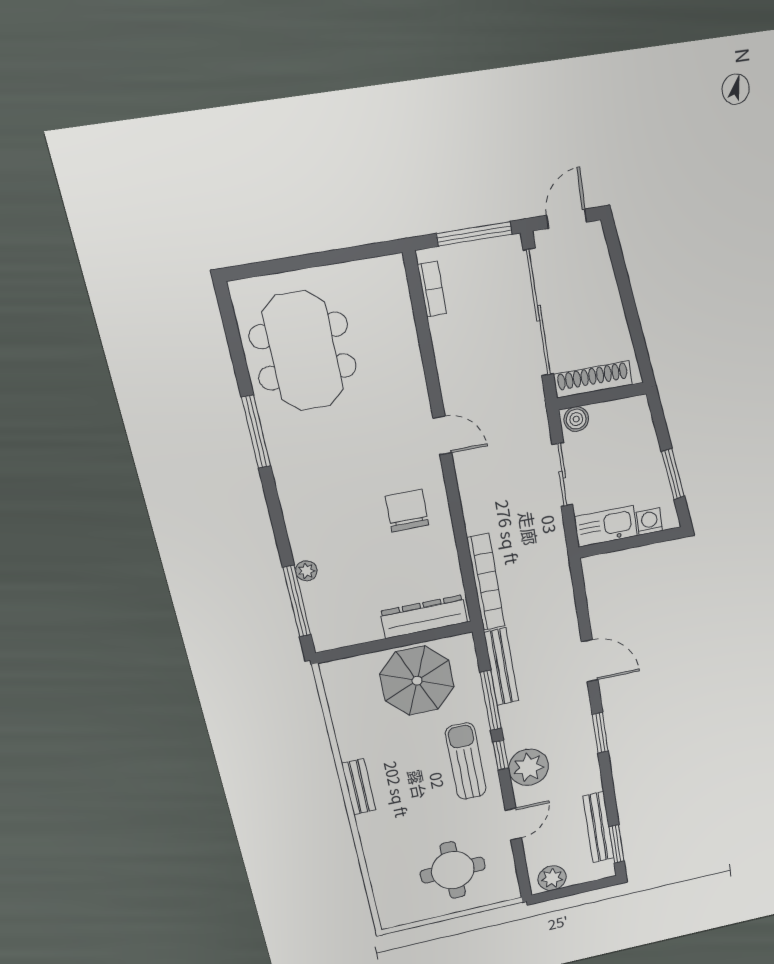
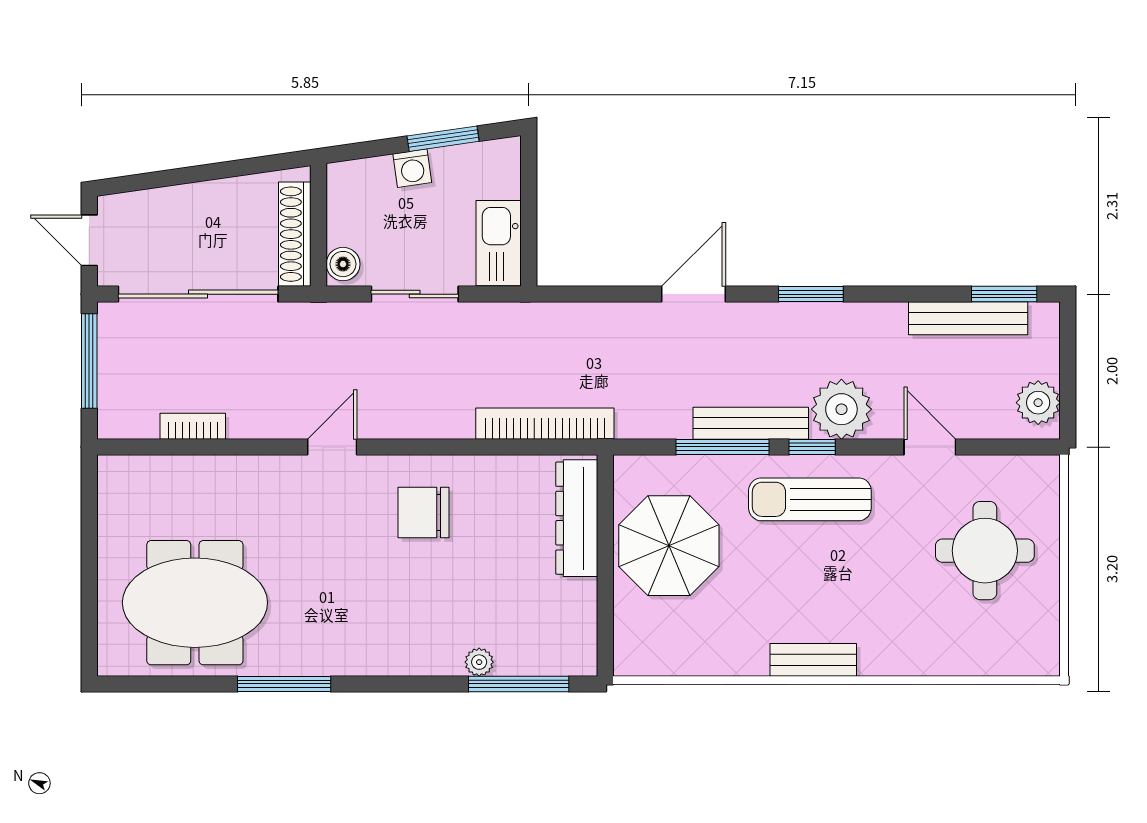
bookcase: (432, 289) -> (193, 426), moved
washing machine: (649, 522) -> (412, 168), moved, turned -98
bench: (501, 667) -> (751, 423), moved

